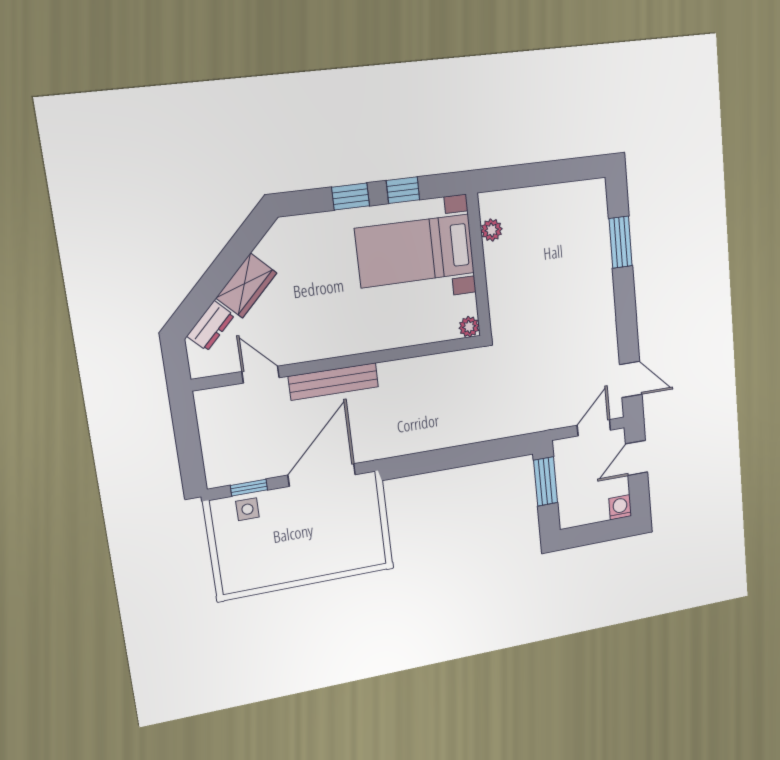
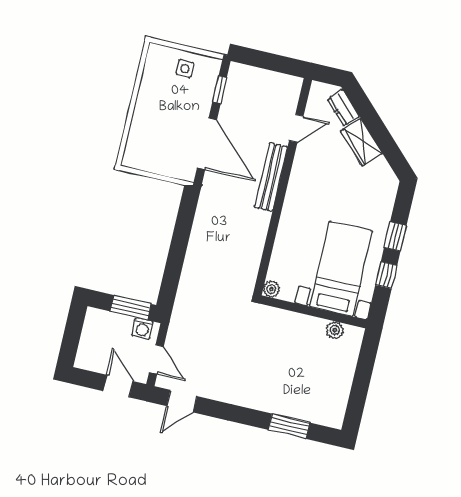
washing machine: (620, 507) -> (143, 328), moved, turned 90
side table: (247, 509) -> (185, 69), moved

